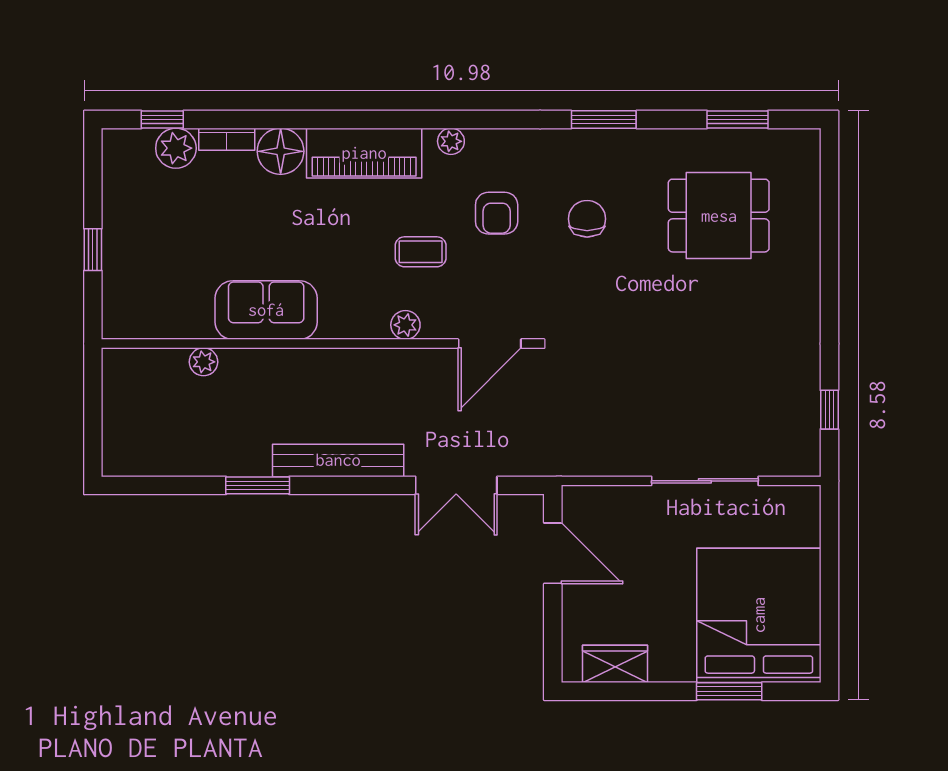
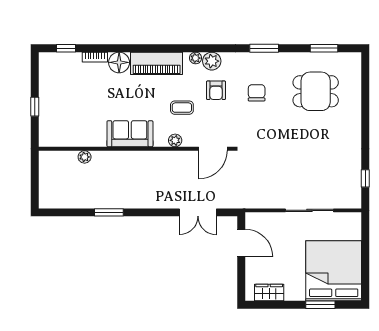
plant: (176, 148) -> (212, 61), moved
sofa: (266, 310) -> (130, 134), moved
bench: (338, 460) -> (145, 201), removed

